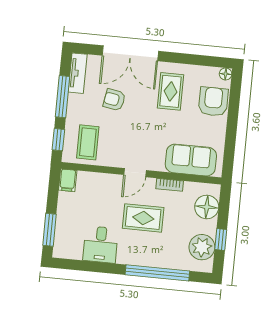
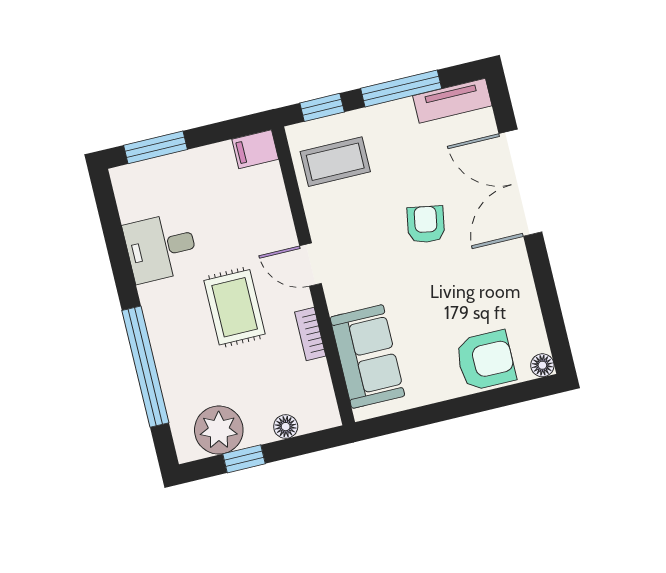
rug: (171, 91) -> (477, 278), removed
armchair: (114, 100) -> (426, 224), moved
floor lamp: (207, 207) -> (286, 427), width x0.53, depth x0.53

